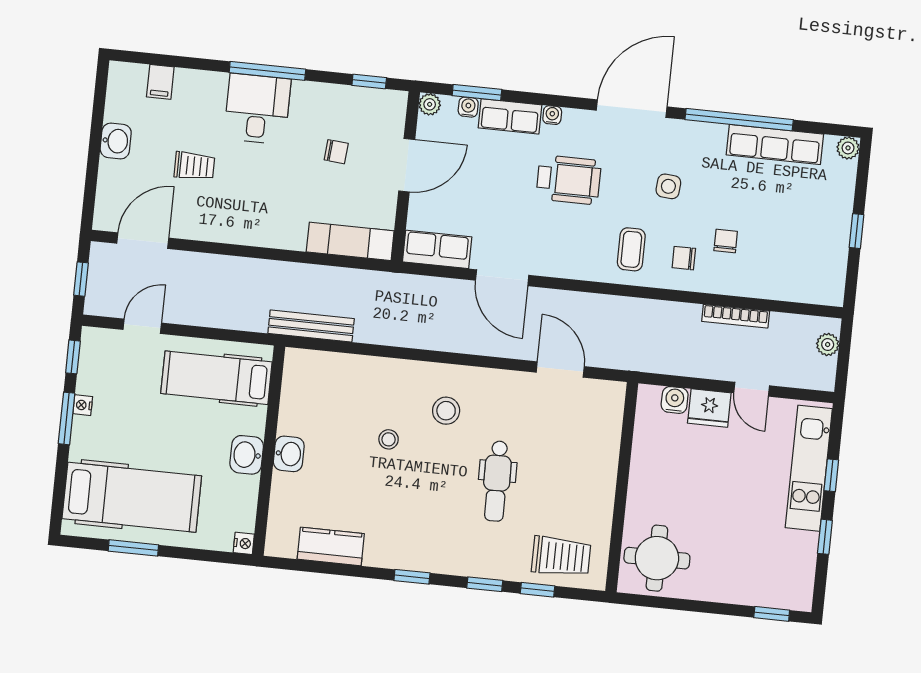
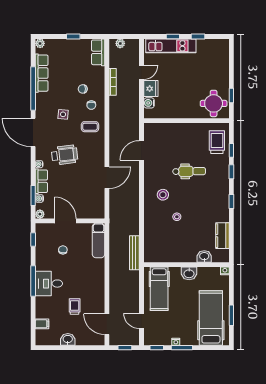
wheelchair: (569, 180) -> (65, 155), turned 83
row of seats: (437, 249) -> (98, 52), moved
washbasin: (289, 454) -> (204, 256), moved
window: (772, 614) -> (231, 95), moved

